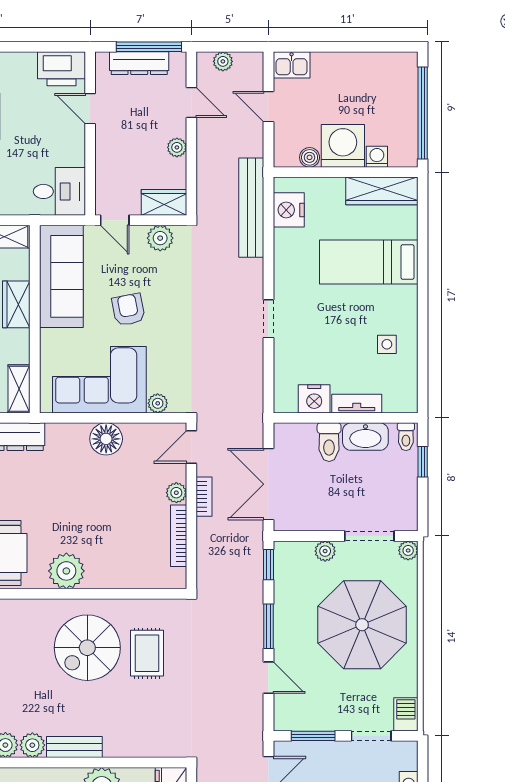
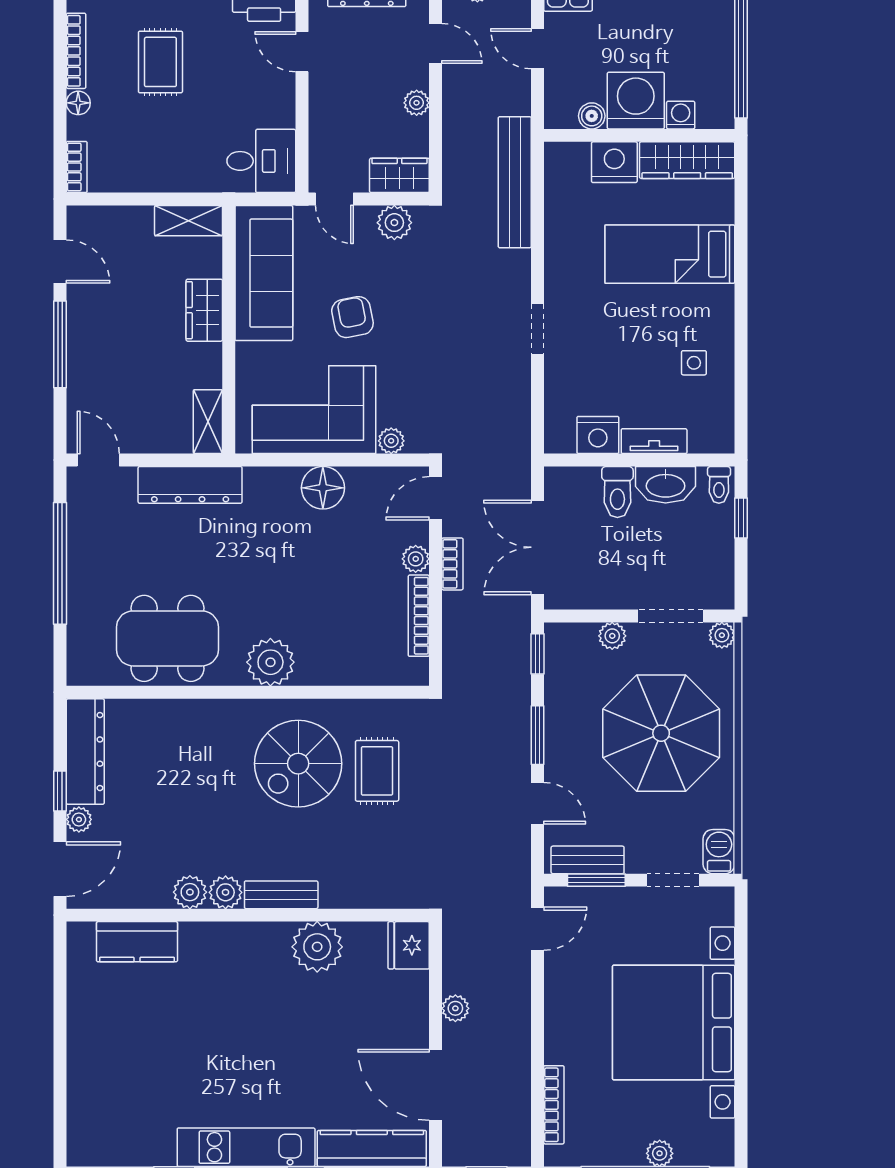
nightstand: (289, 210) -> (614, 162), moved, turned 90
bench: (306, 721) -> (588, 860), added

